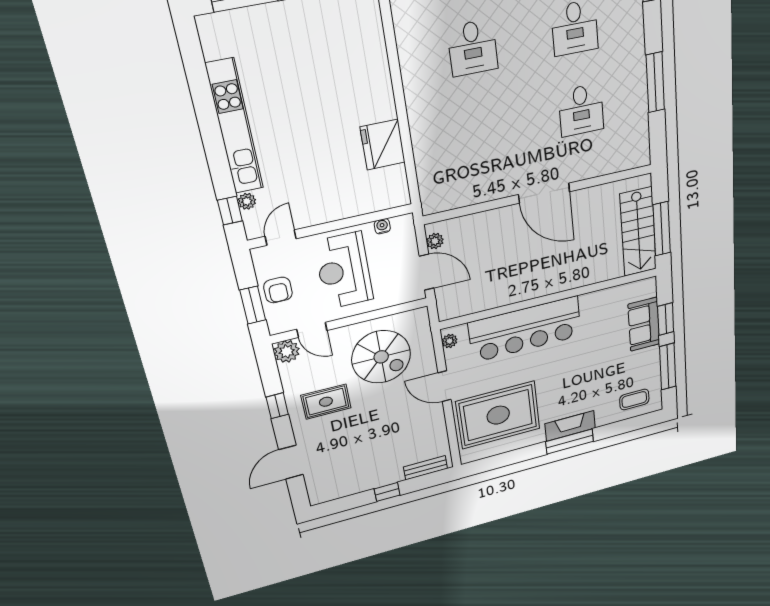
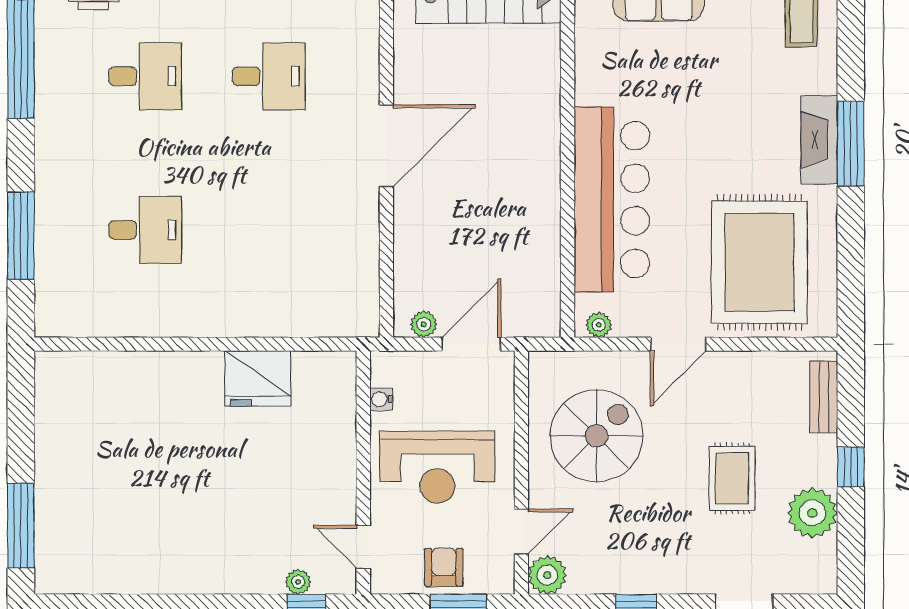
kitchen unit: (235, 127) -> (190, 575), removed
armchair: (278, 290) -> (444, 567), turned -90
rug: (326, 402) -> (732, 478), moved
plant: (356, 481) -> (812, 513), added

